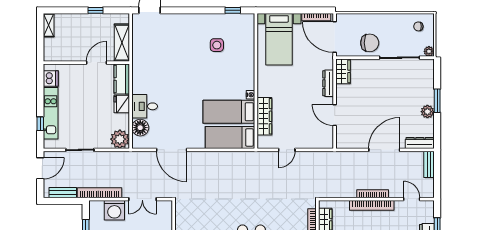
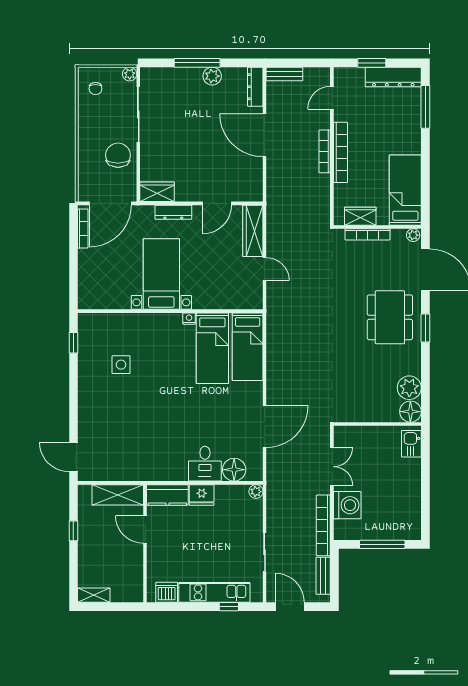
bed with nightstands: (279, 39) -> (161, 274), moved, turned -90
window: (437, 101) -> (197, 63), width x1.44
wardrobe: (264, 116) -> (253, 231), moved, turned -90
plant: (120, 139) -> (256, 492), width x0.53, depth x0.53

